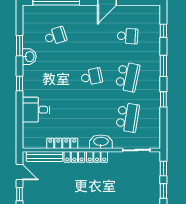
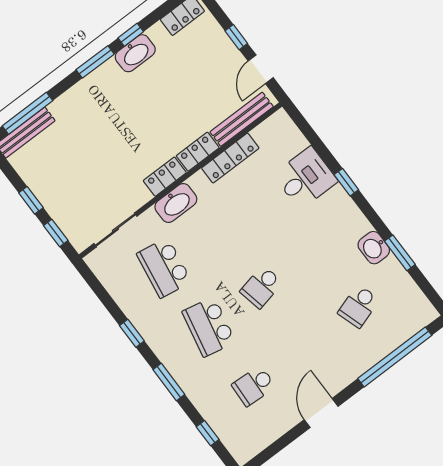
window: (20, 83) -> (346, 182), moved
door: (20, 172) -> (261, 69), hinge flipped

